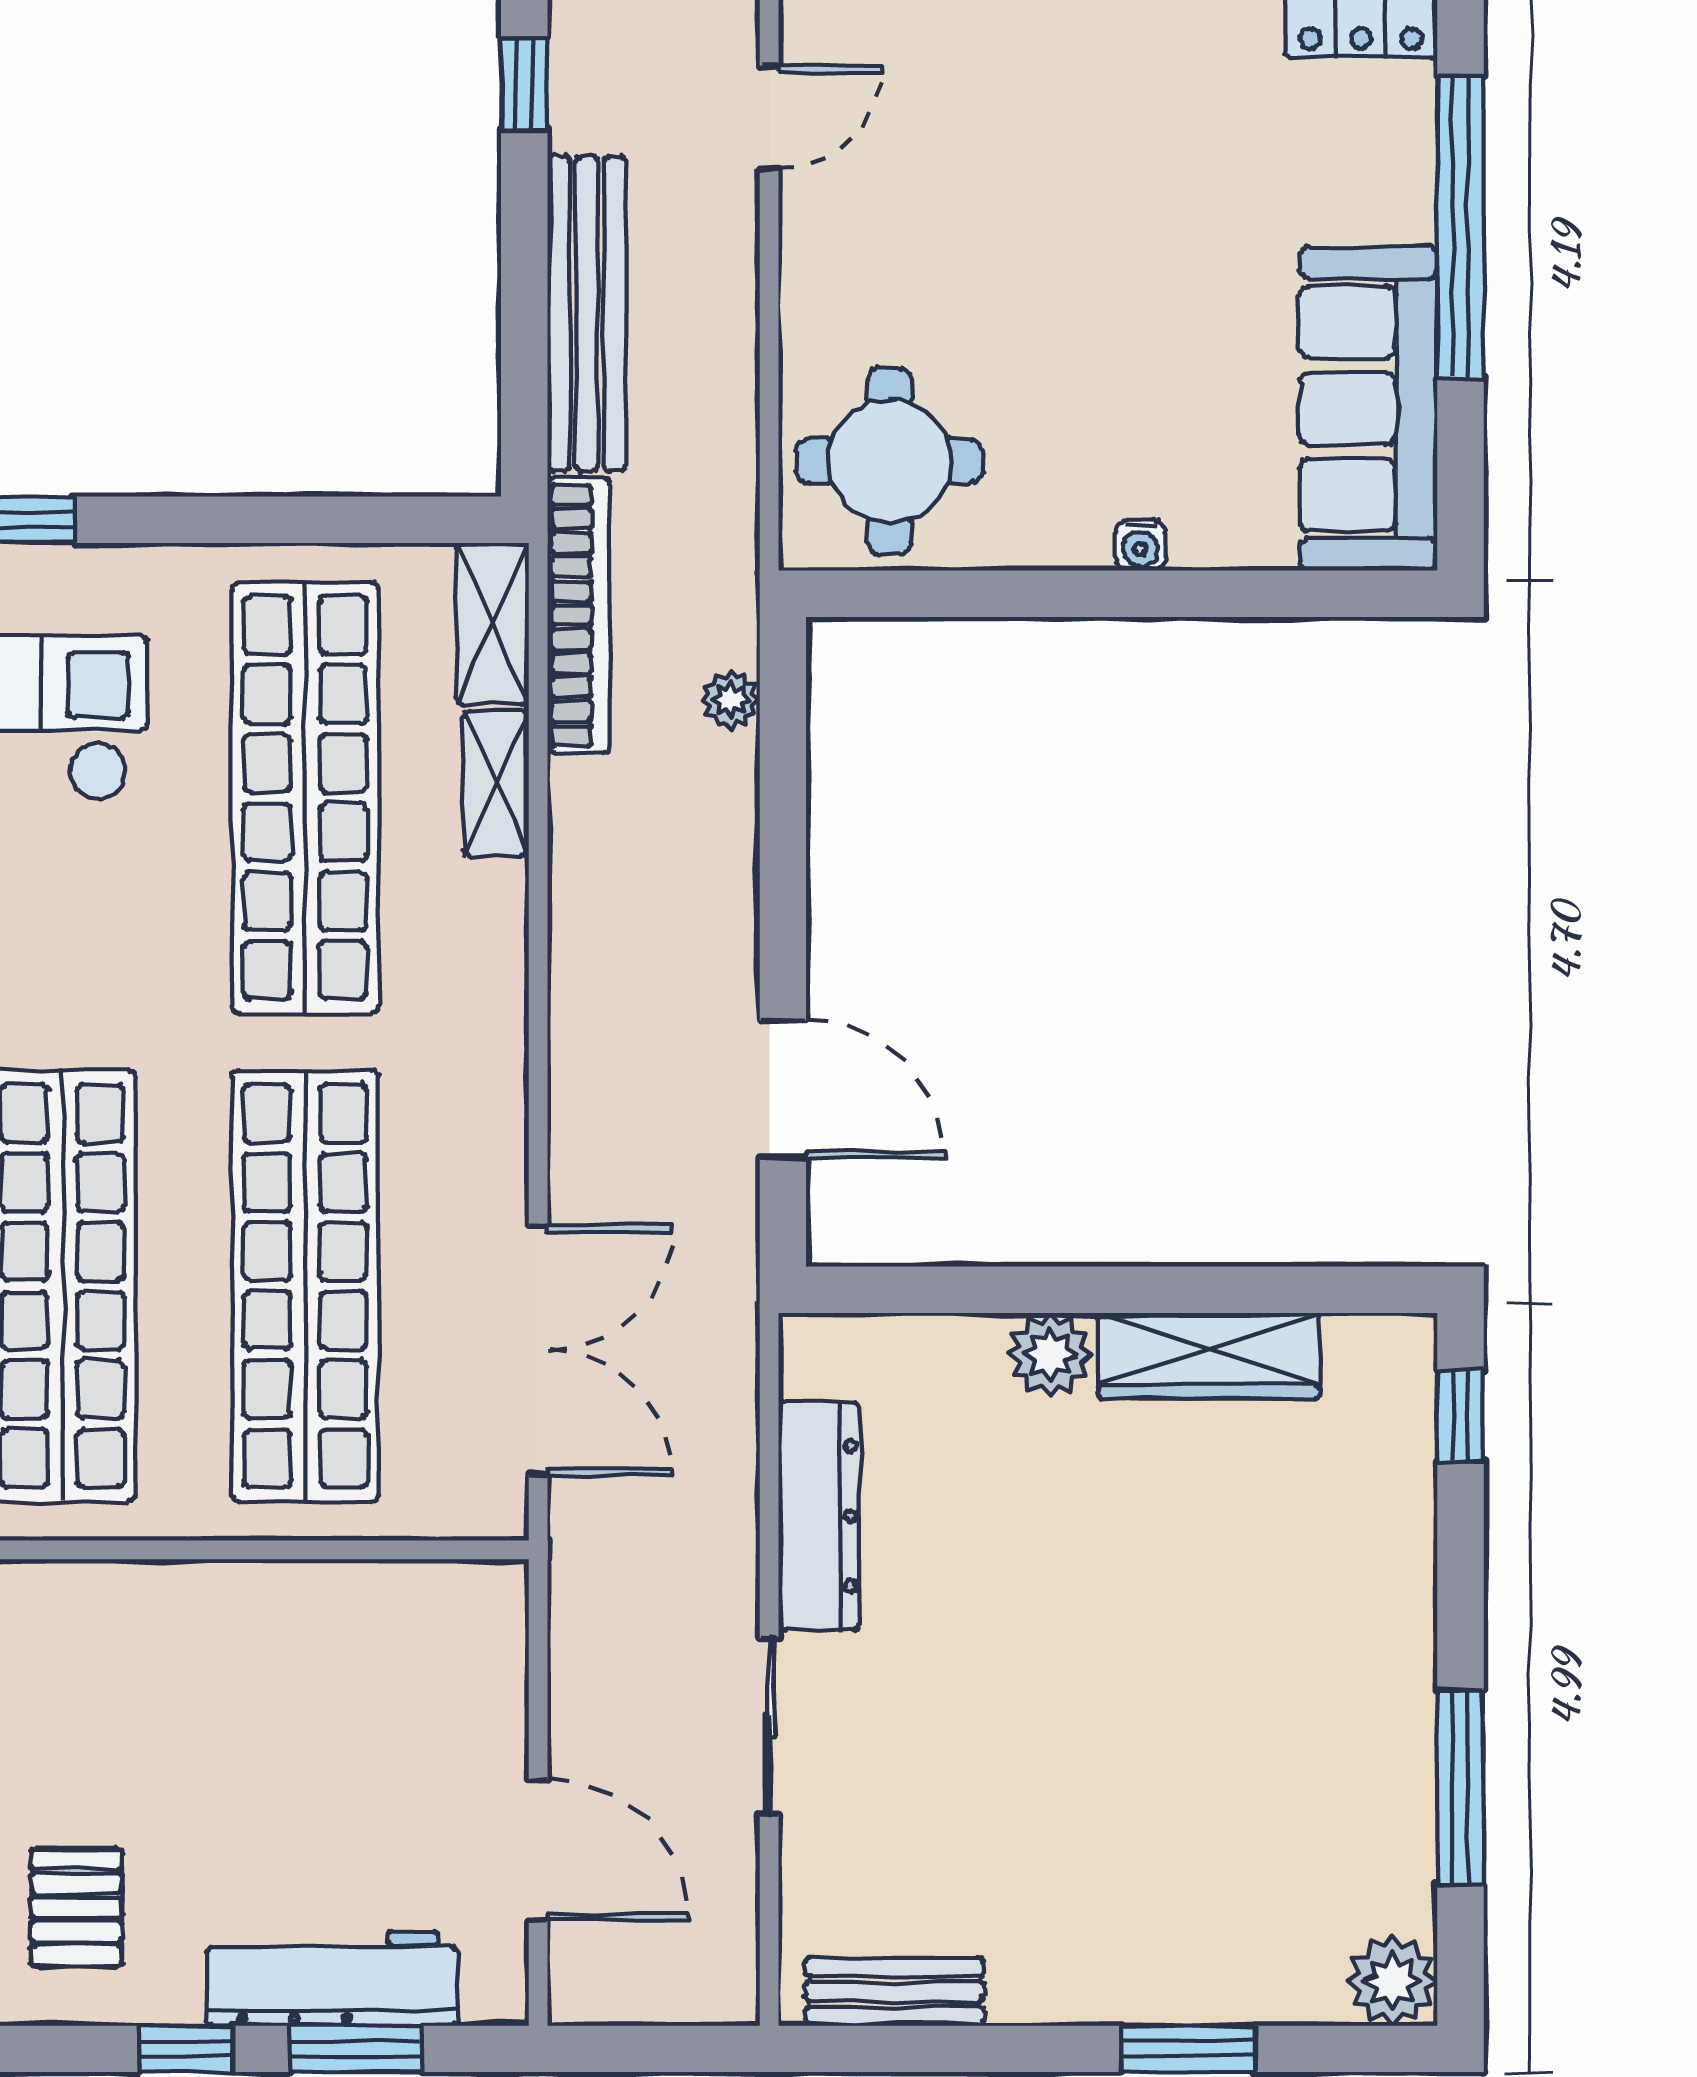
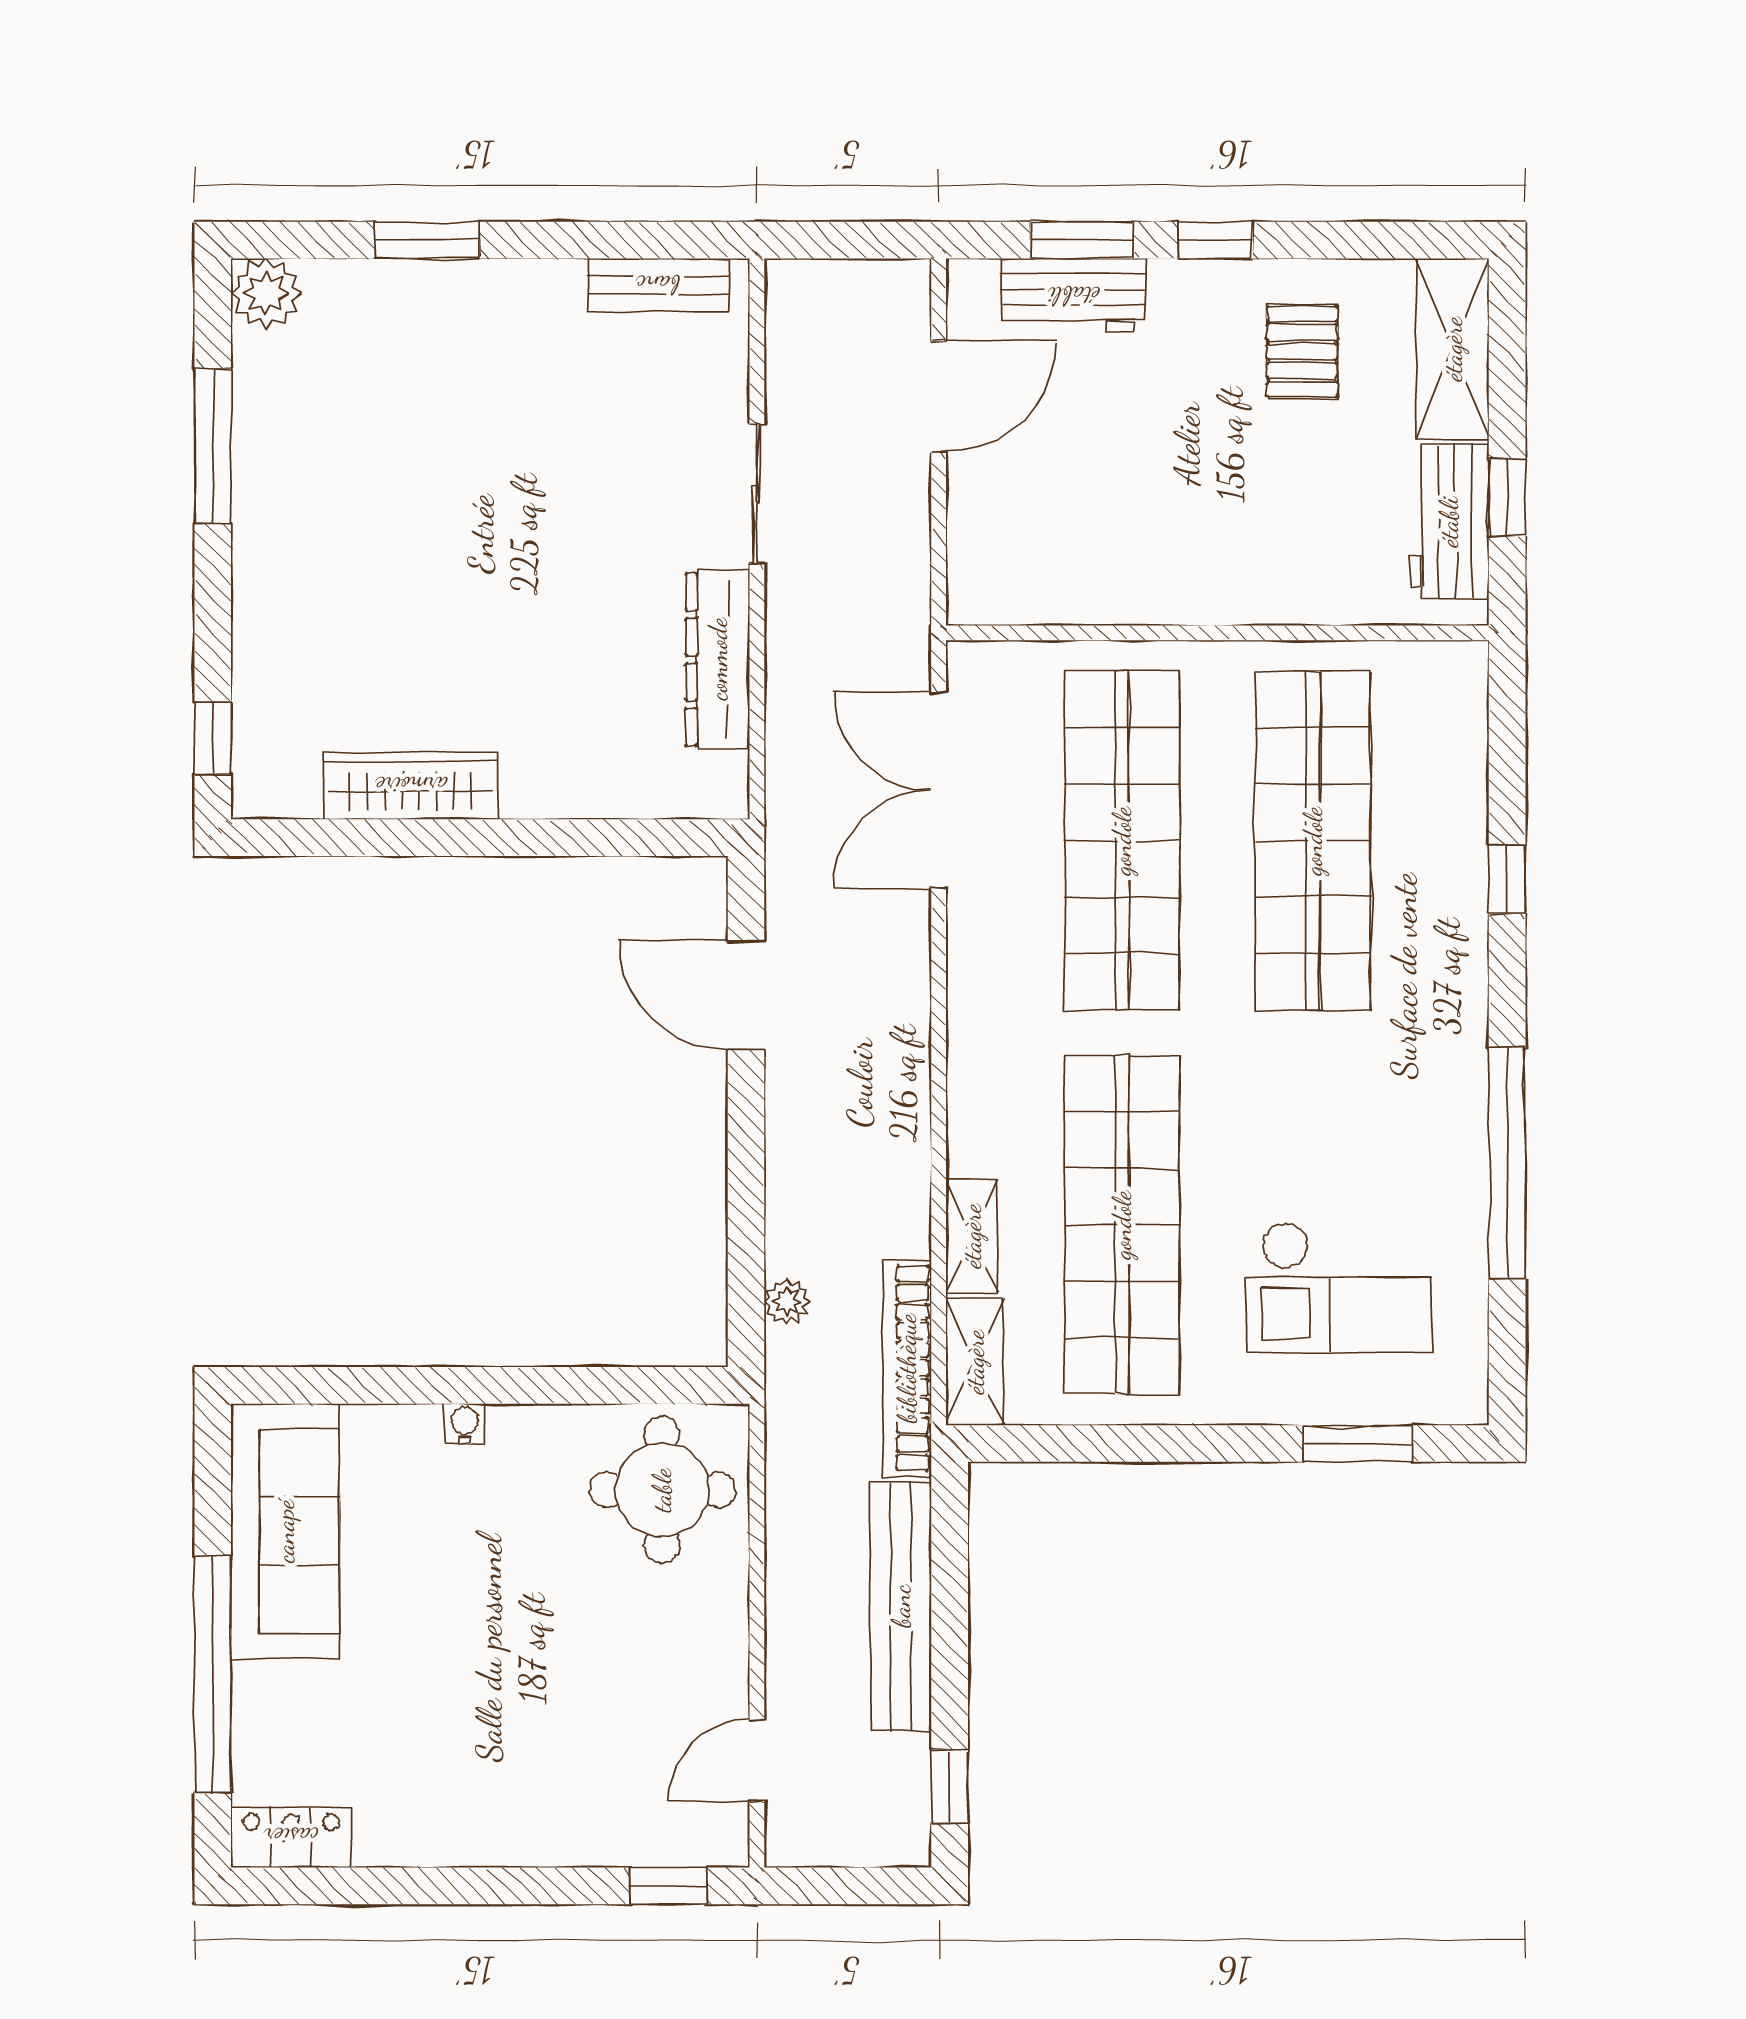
plant: (1050, 1355) -> (536, 786), removed
door: (538, 1850) -> (939, 397), swing flipped
workbench: (332, 1978) -> (1074, 296), width x0.73

